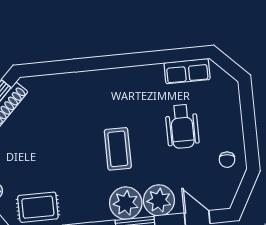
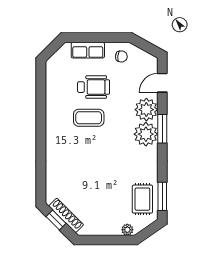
row of seats: (187, 71) -> (88, 50), moved, turned 90
coffee table: (118, 149) -> (89, 118), moved

